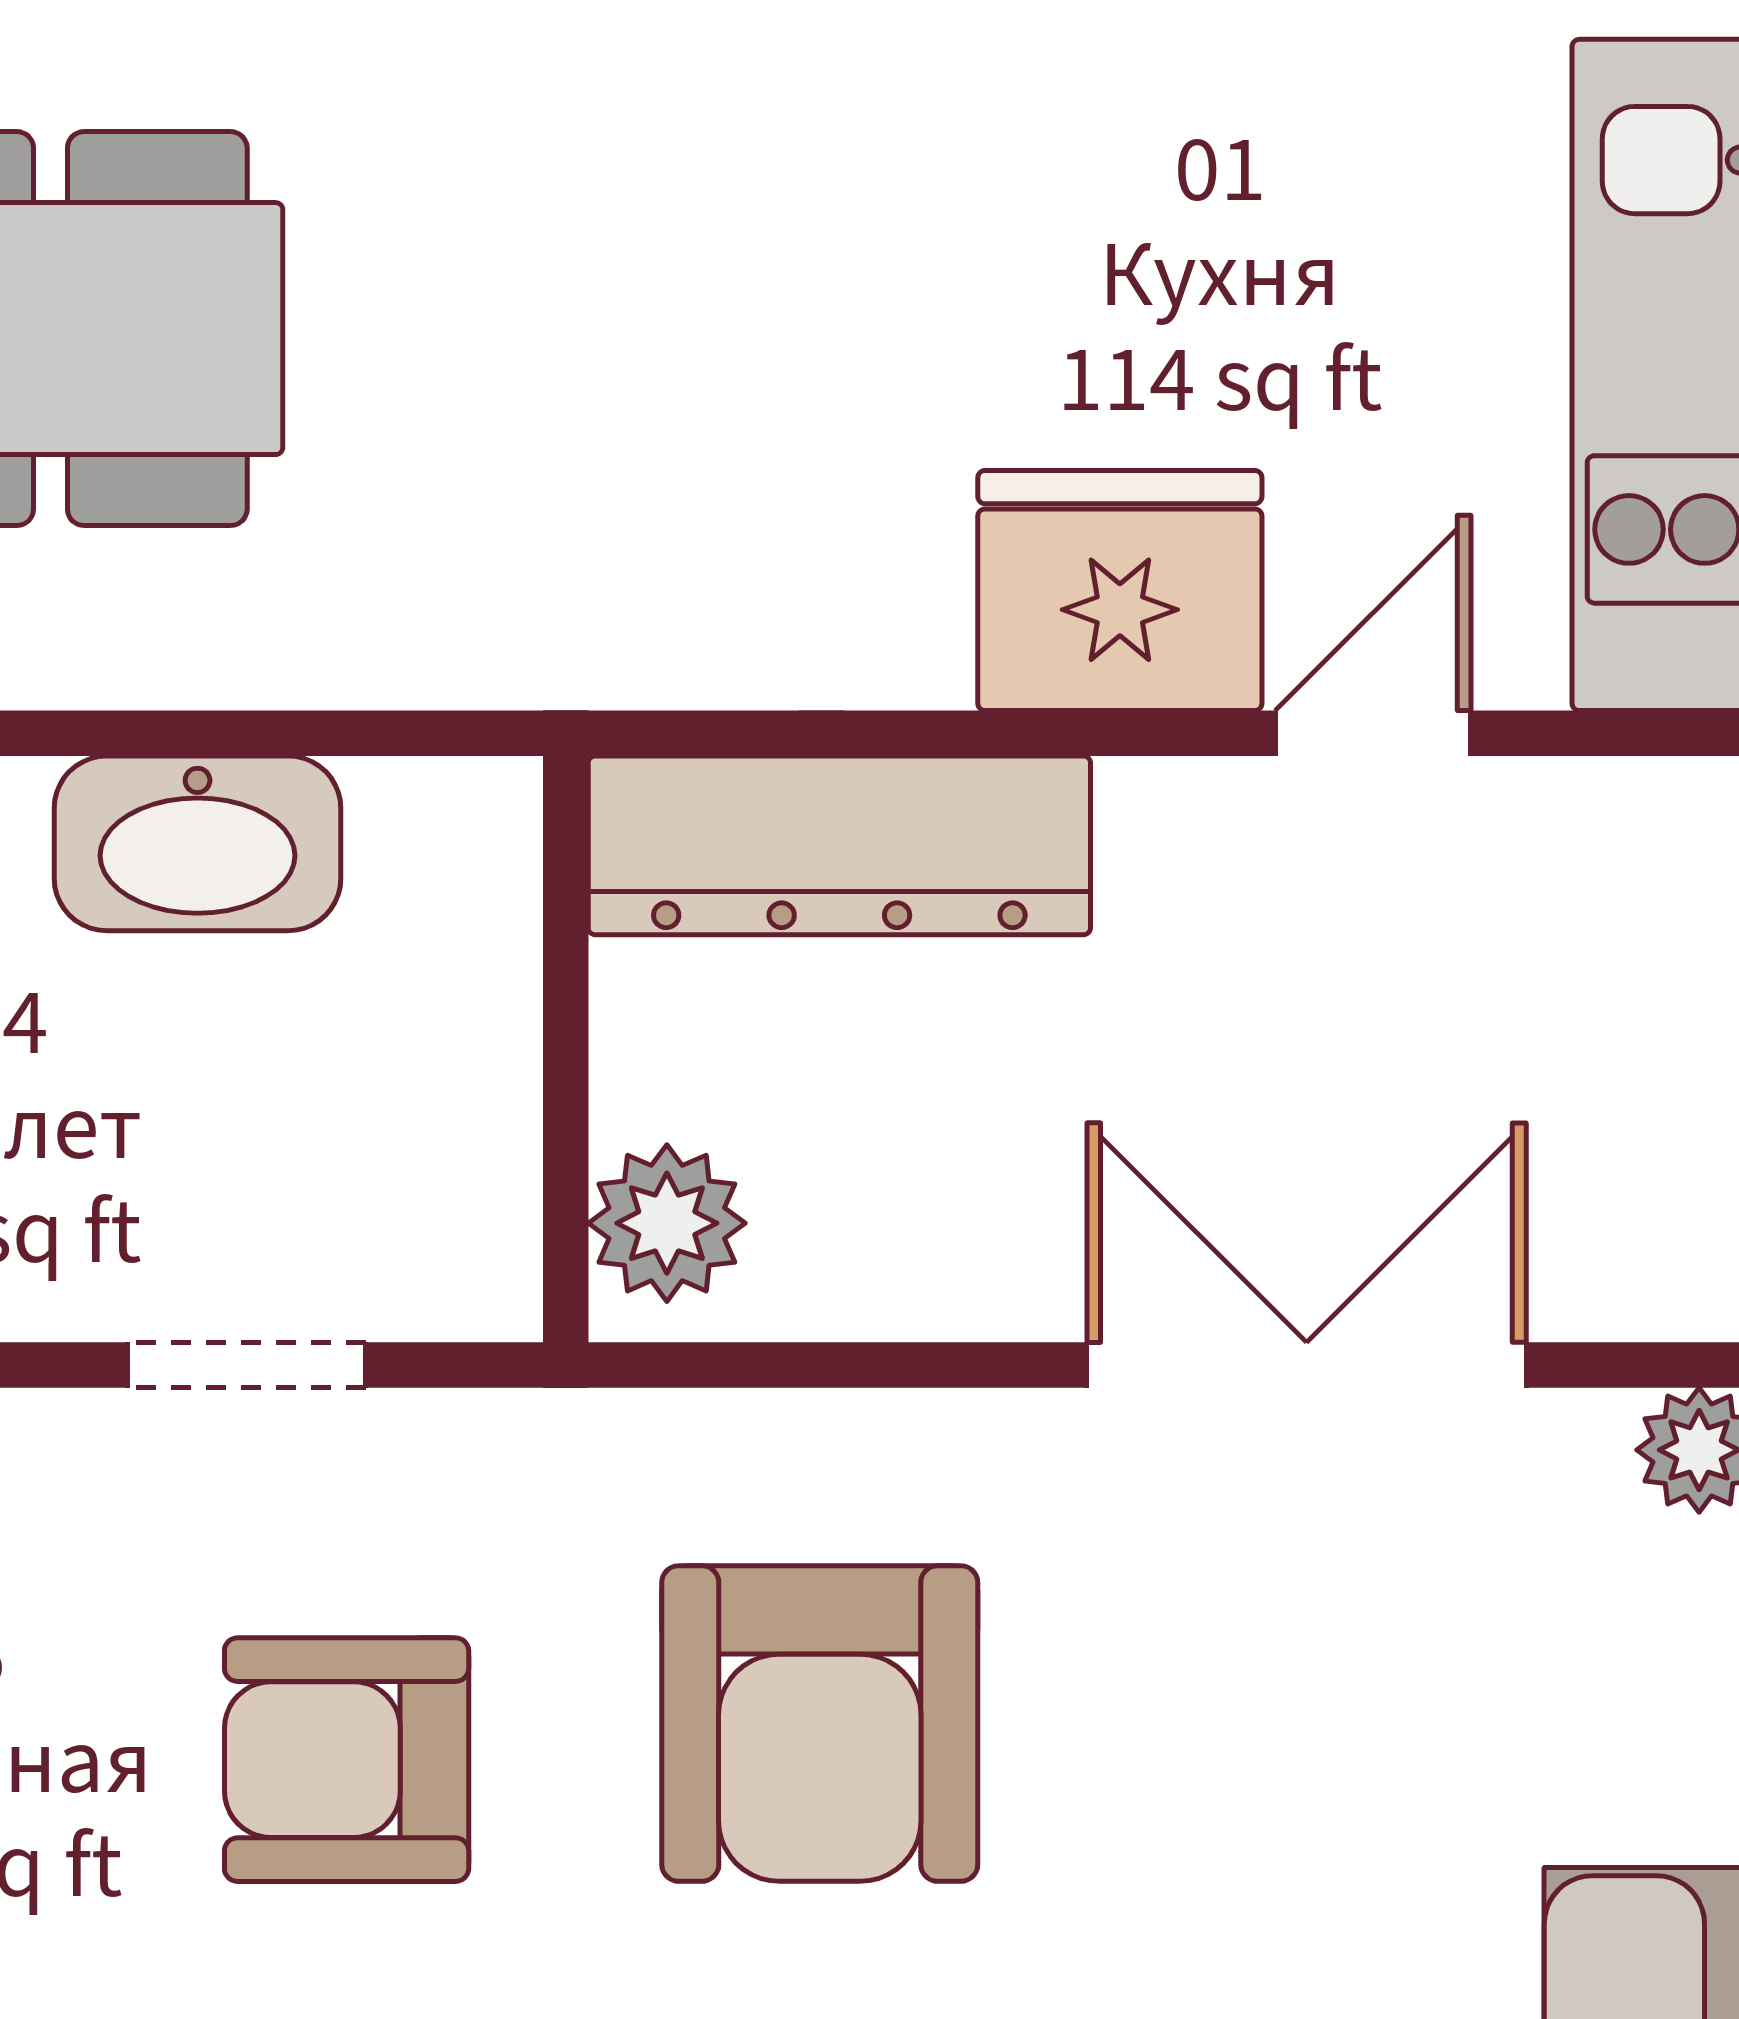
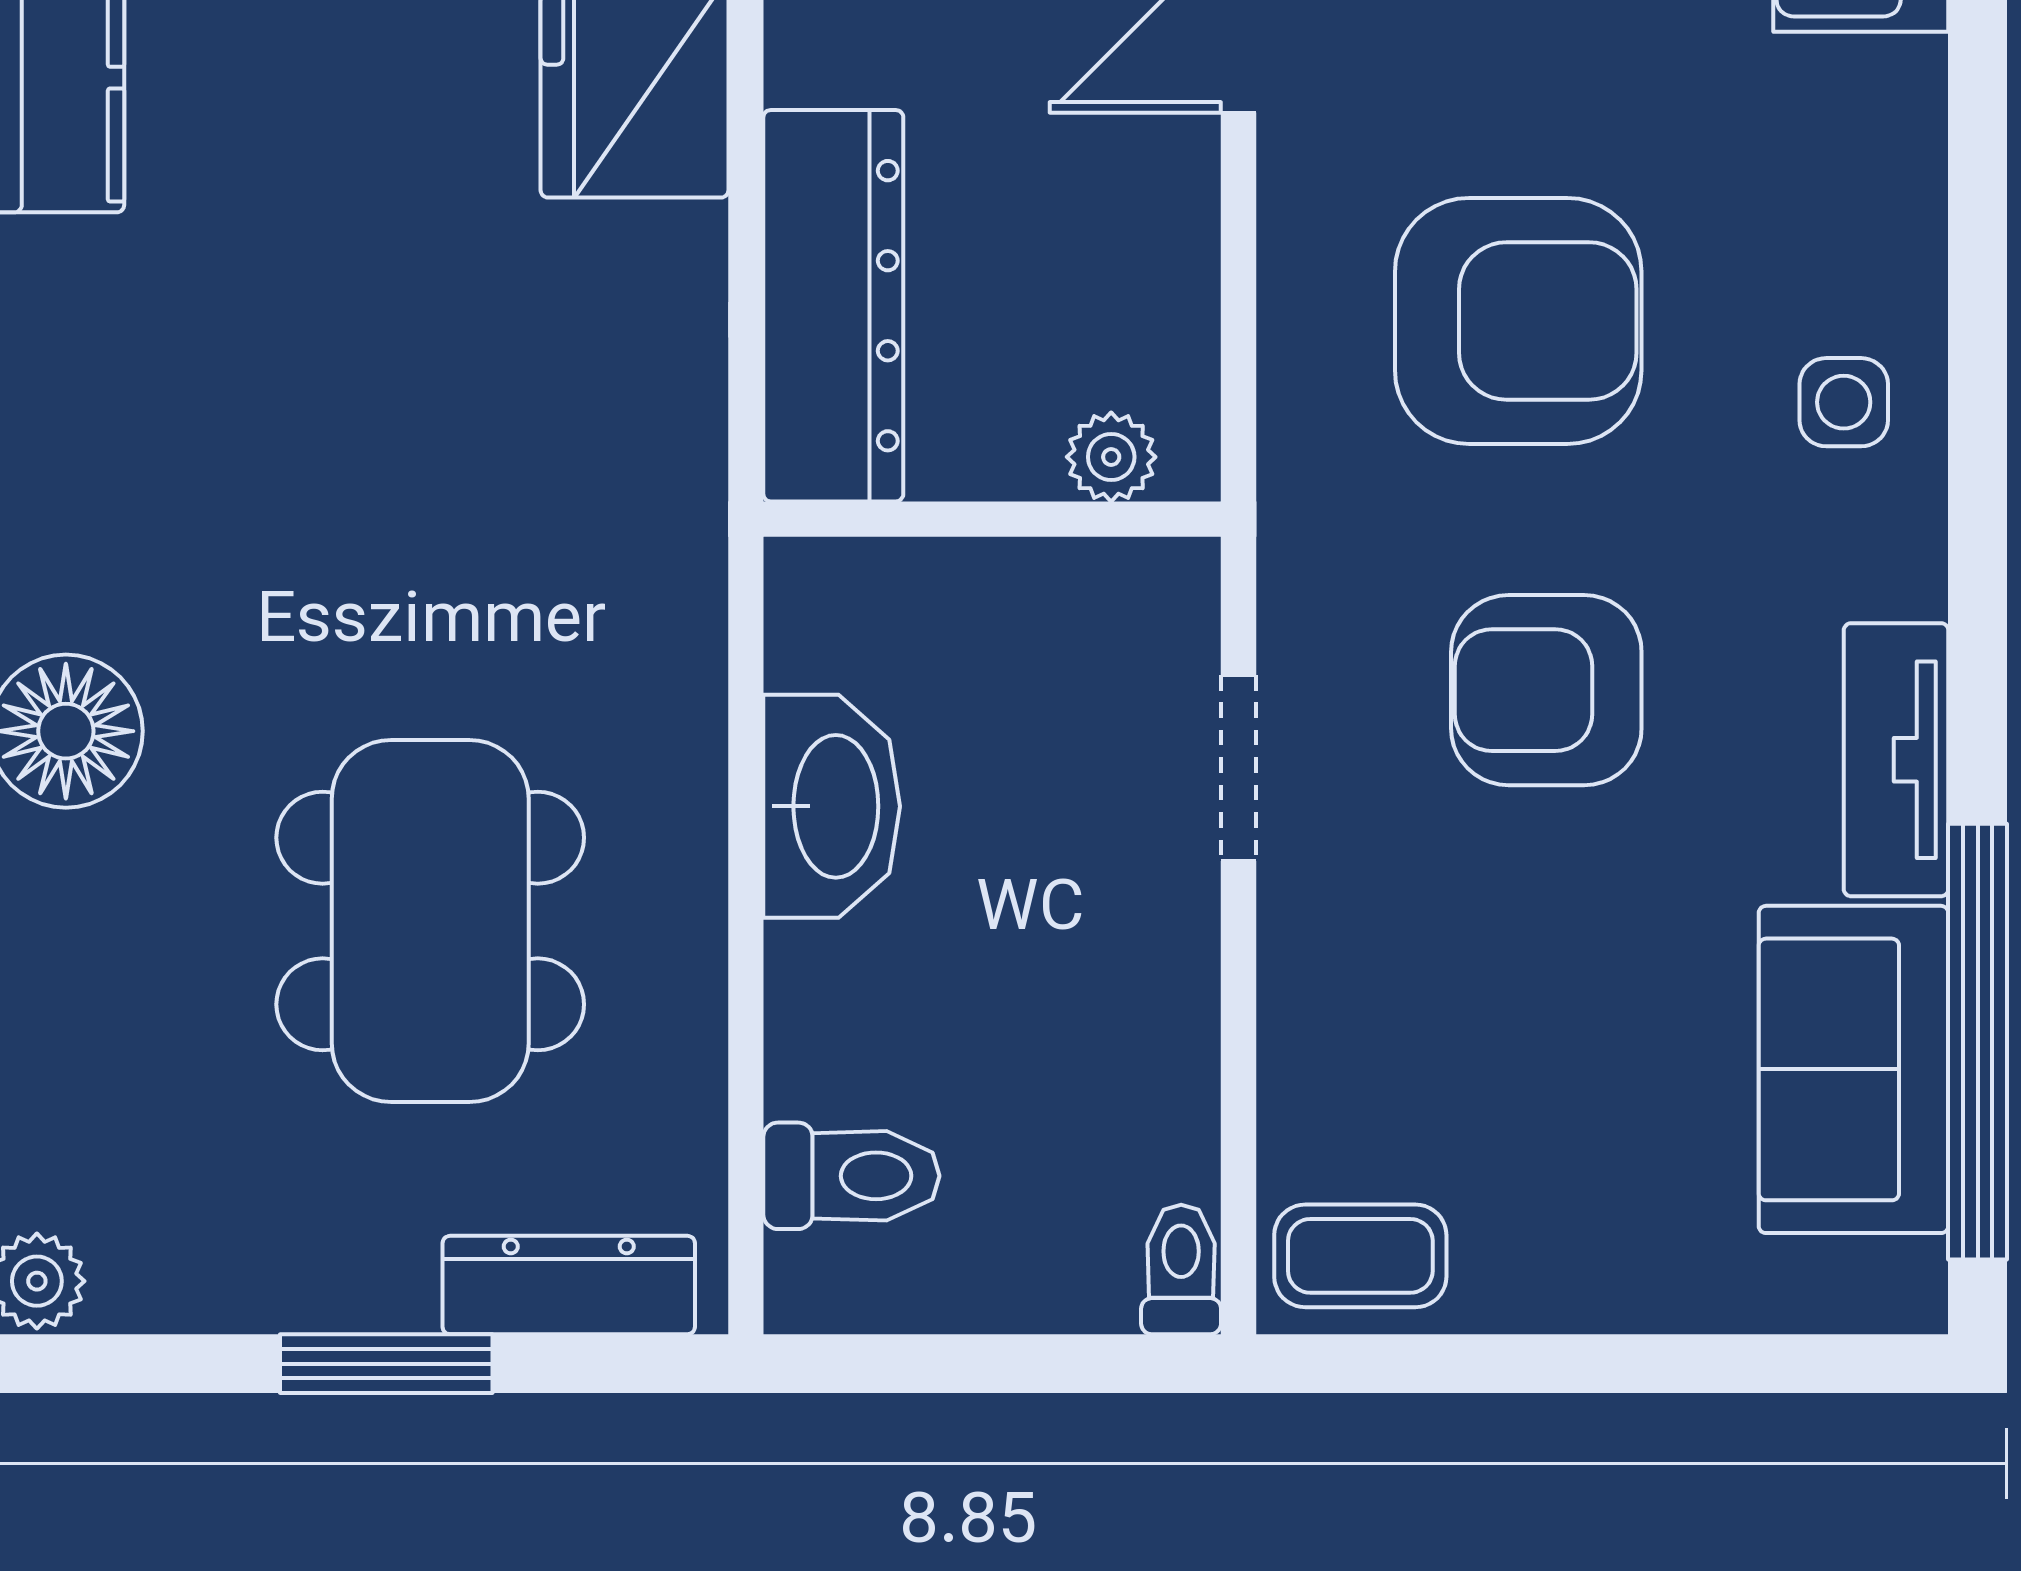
plant: (667, 1223) -> (1111, 457), width x0.73, depth x0.73
armchair: (347, 1760) -> (1546, 690), turned 90

